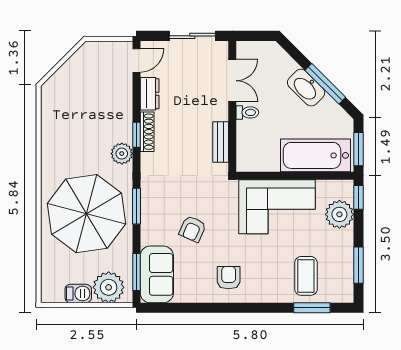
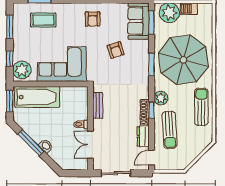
washbasin: (306, 88) -> (46, 146), width x0.52, depth x0.69
sun lounger: (108, 104) -> (170, 130), added
sun lounger: (58, 140) -> (201, 107), added
window: (358, 197) -> (10, 59), moved
plant: (339, 214) -> (22, 70), moved
armchair: (193, 229) -> (116, 50), turned 138
coffee table: (306, 276) -> (43, 20), turned 90

